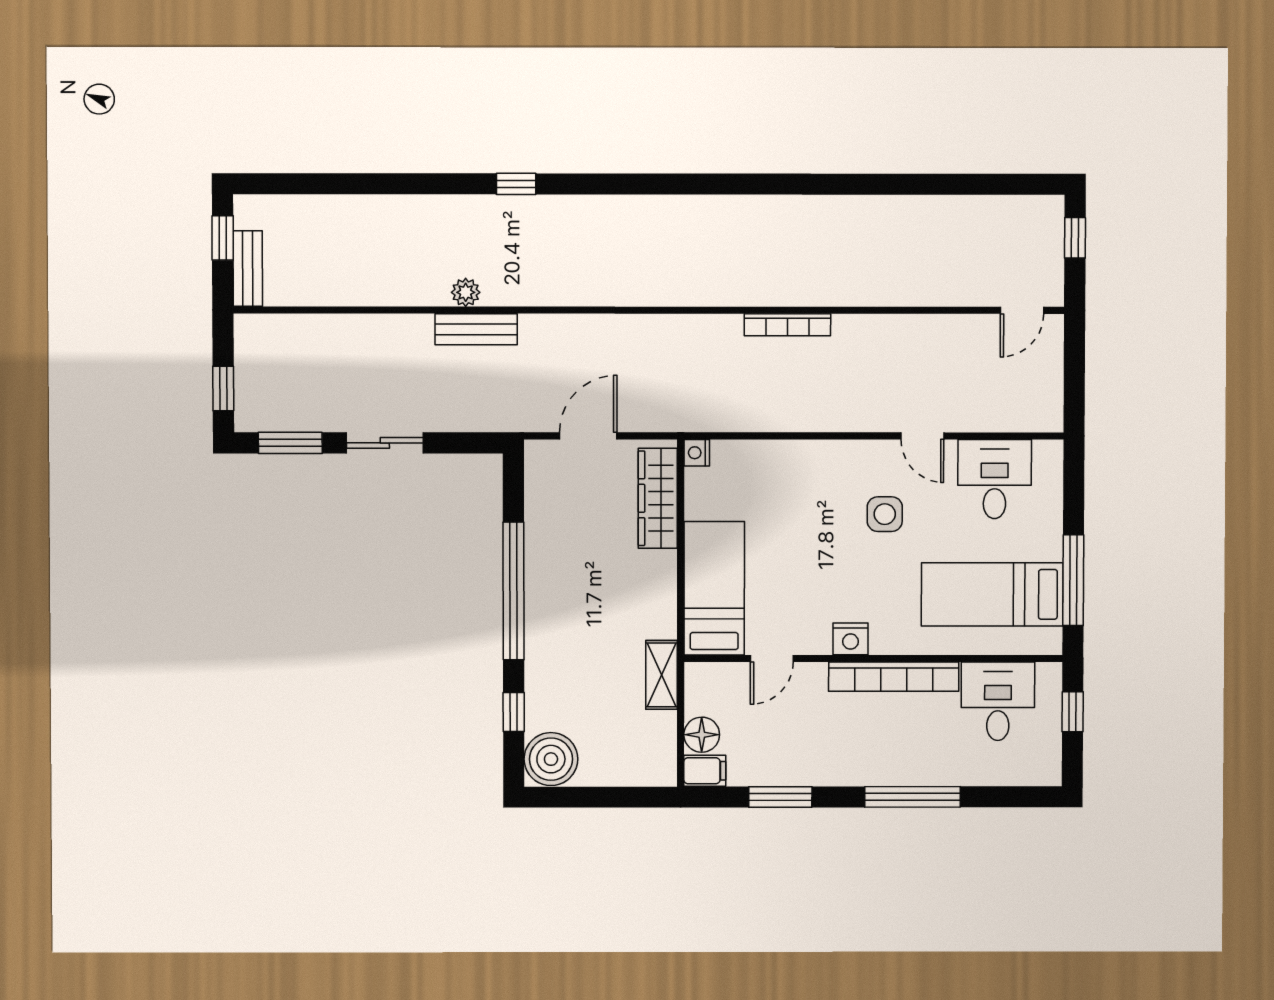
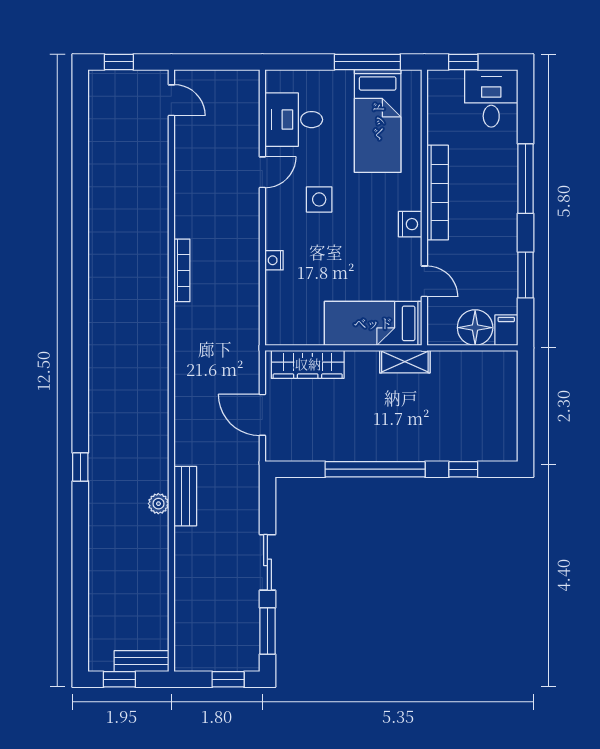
nightstand: (697, 453) -> (274, 260), moved, turned 90
shelving: (662, 675) -> (405, 362), moved
desk: (998, 701) -> (491, 98), moved, turned 90
floor lamp: (702, 735) -> (475, 328), width x1.38, depth x1.38
boiler: (551, 759) -> (498, 442), removed

